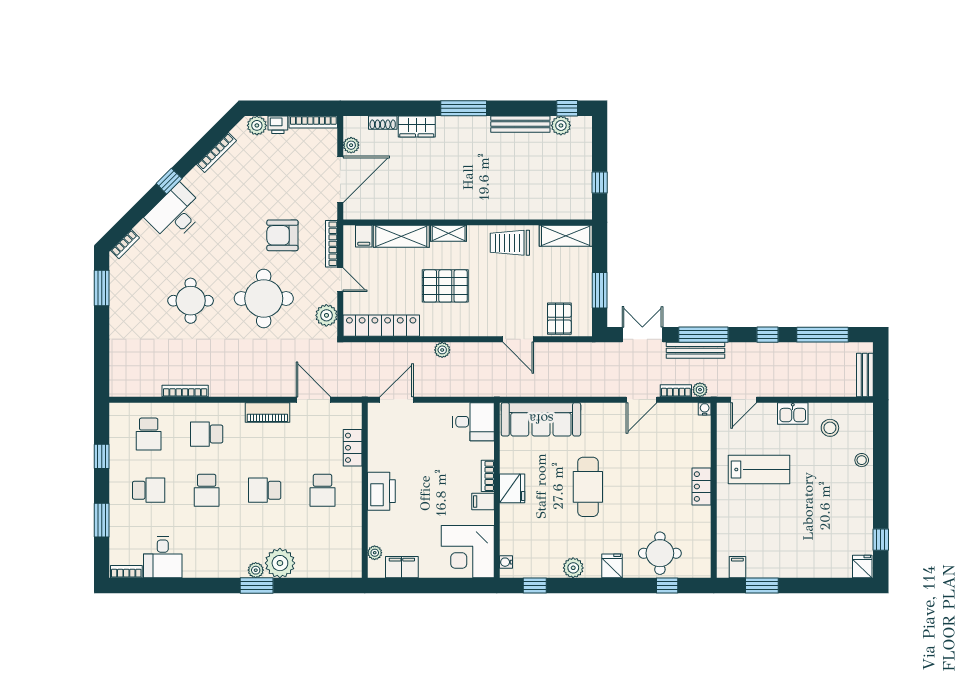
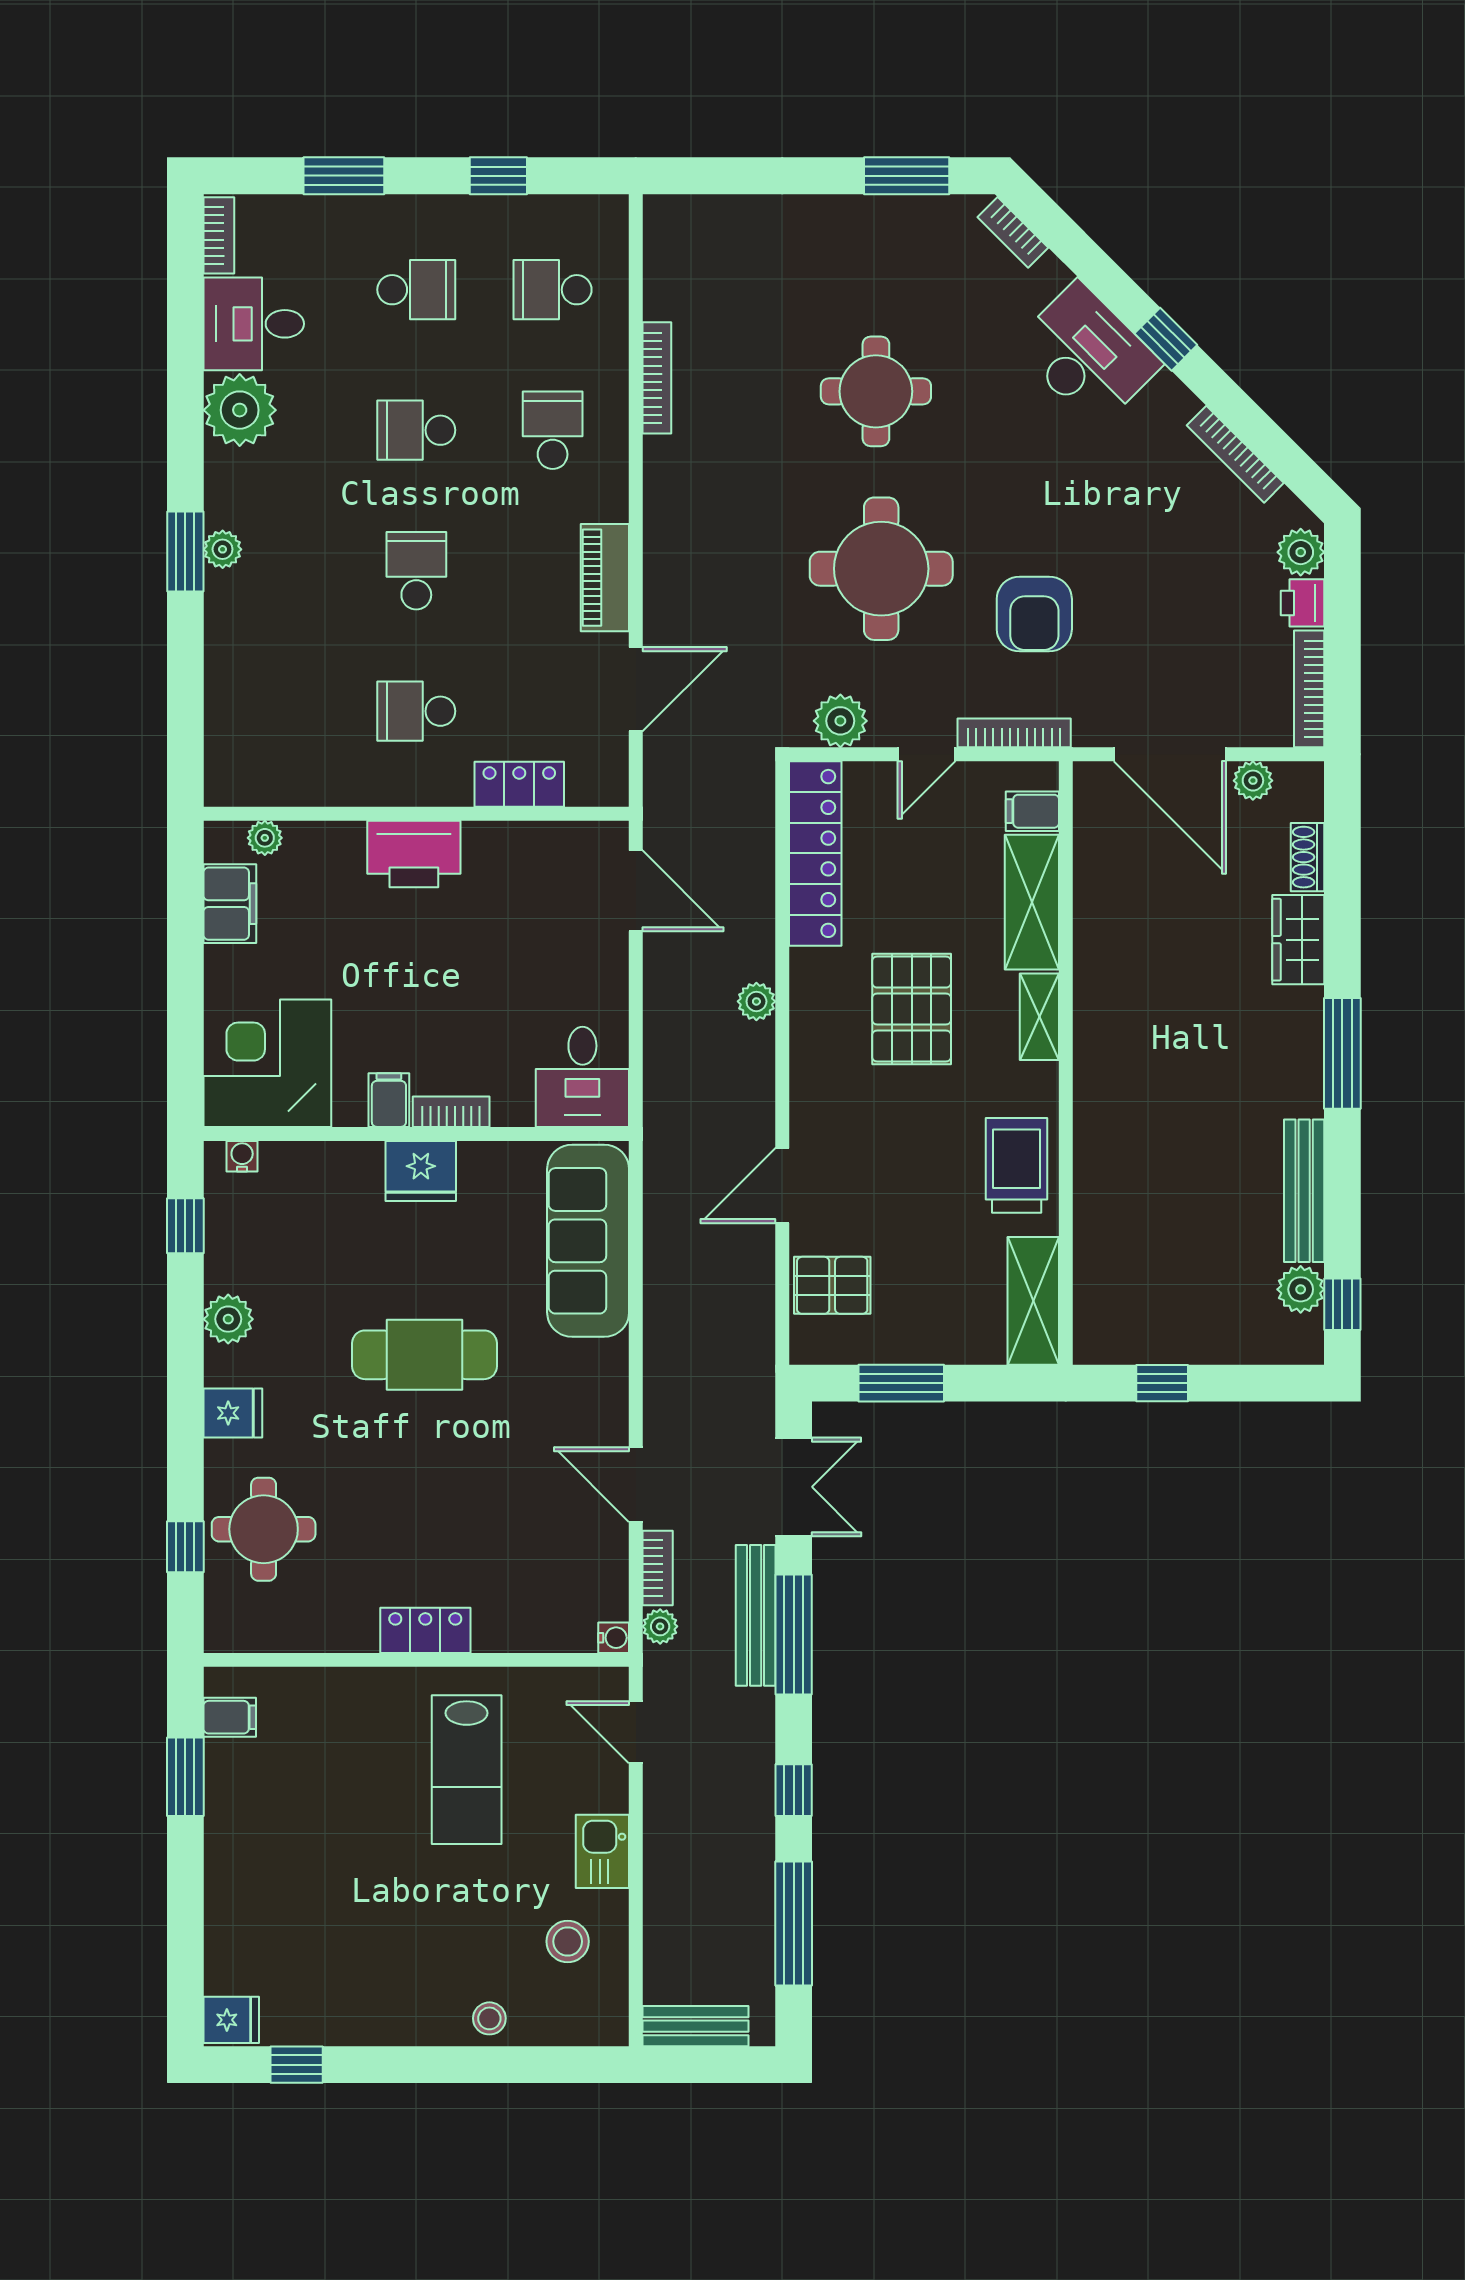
armchair: (282, 235) -> (1034, 614), turned 180
school desk: (149, 490) -> (416, 290), turned -90
plant: (280, 563) -> (240, 410), moved

